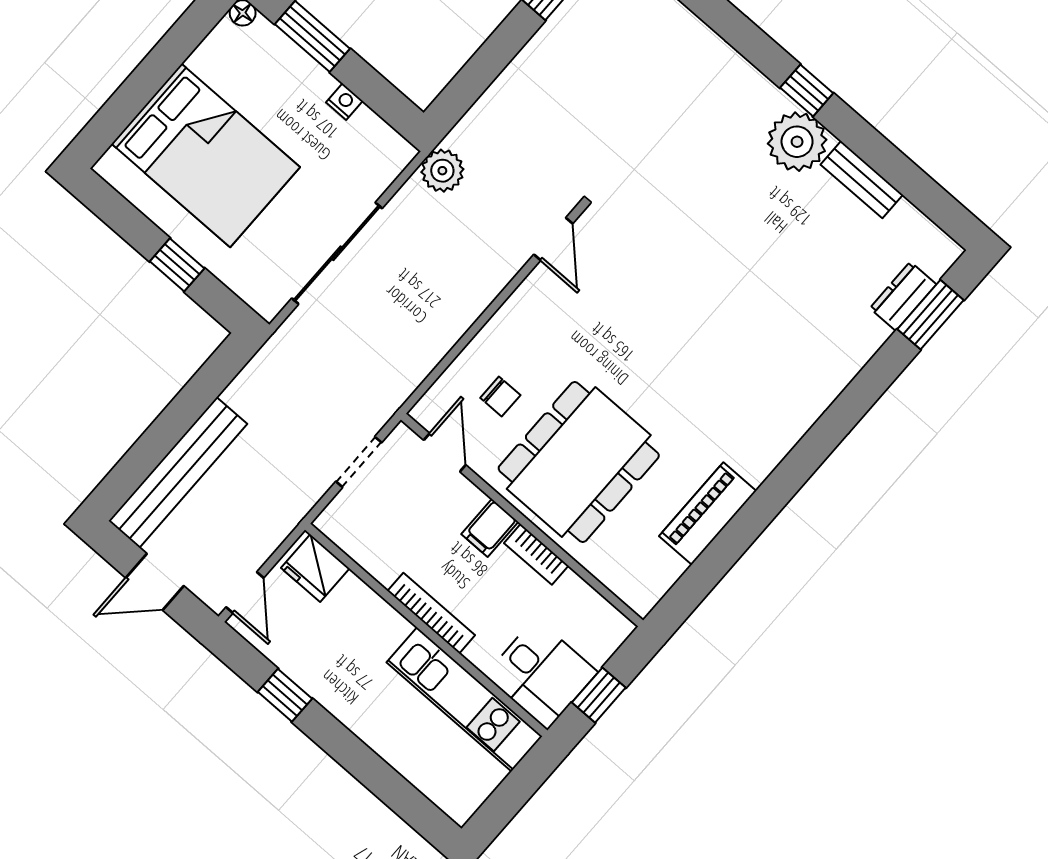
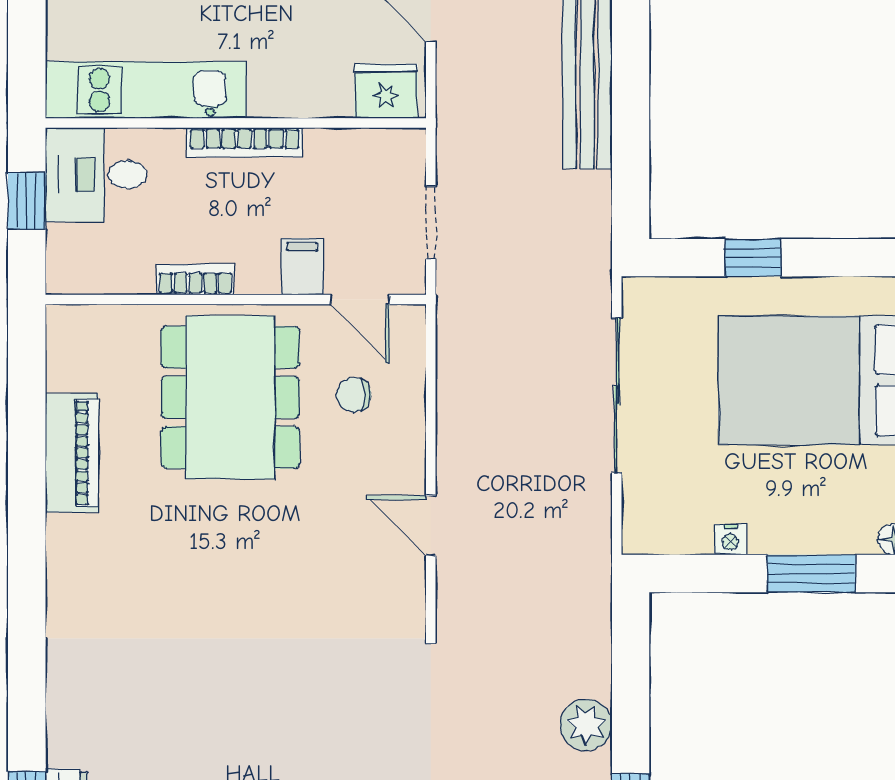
plant: (442, 171) -> (586, 725), moved
door: (553, 239) -> (431, 526), moved
filing cabinet: (490, 528) -> (302, 267), moved

